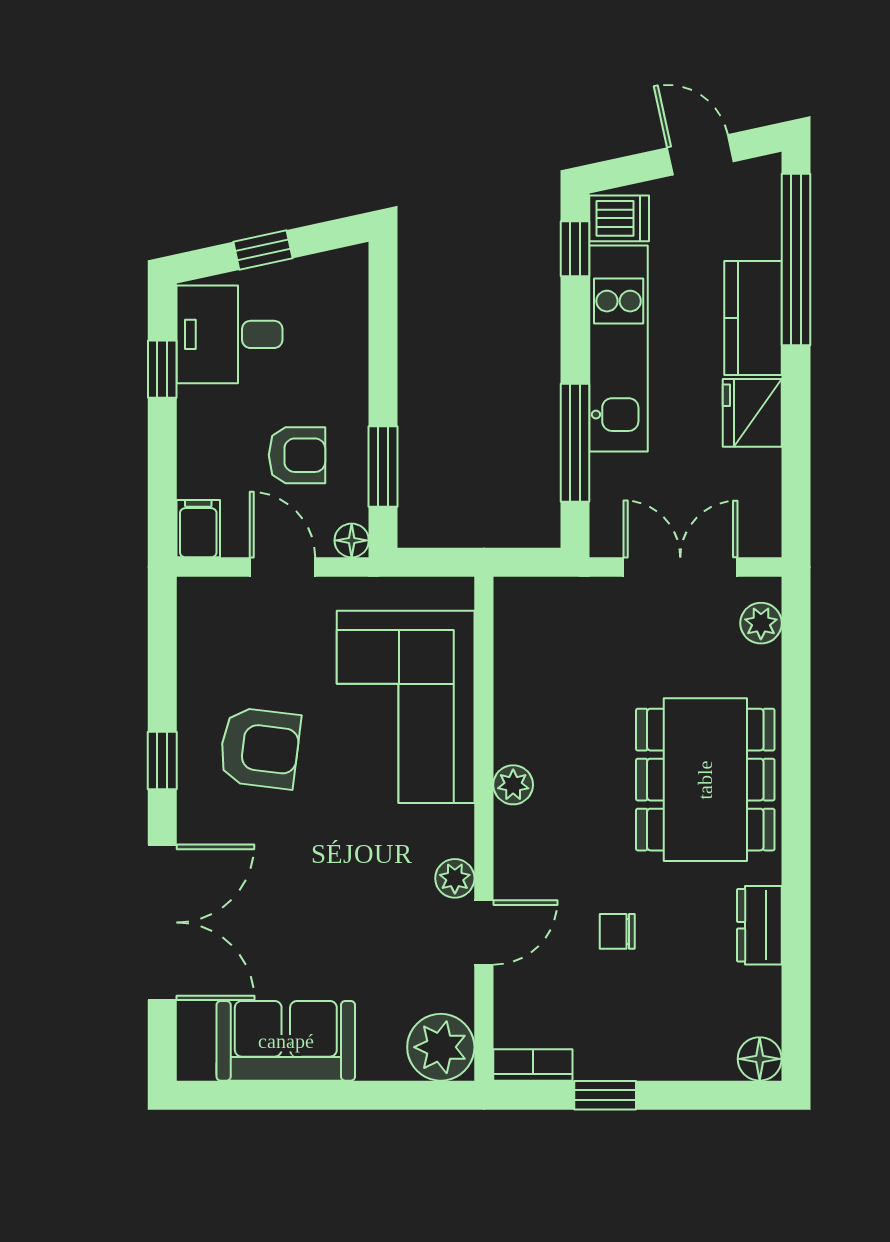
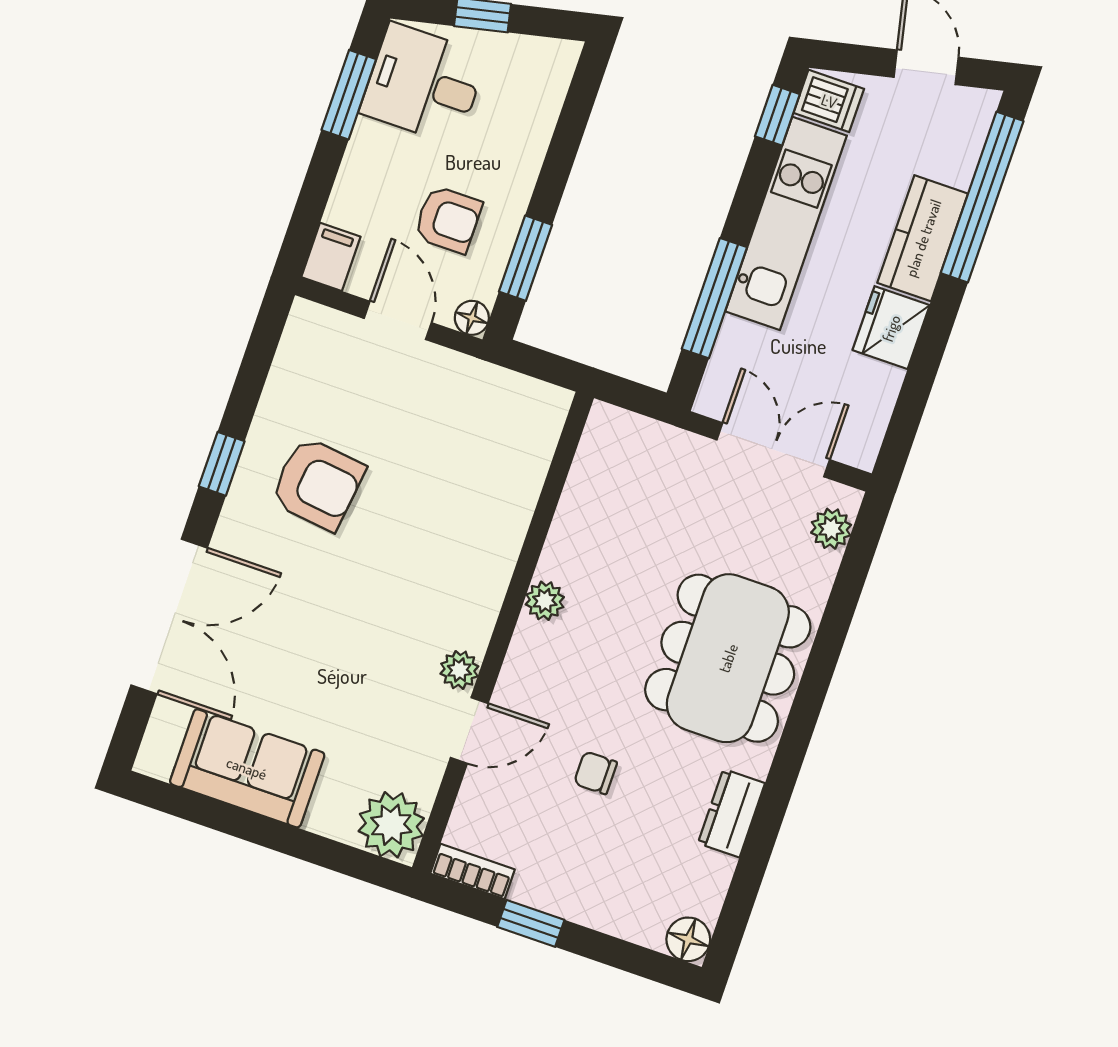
window: (162, 369) -> (349, 95), width x1.50
corner sofa: (406, 707) -> (469, 492), removed

